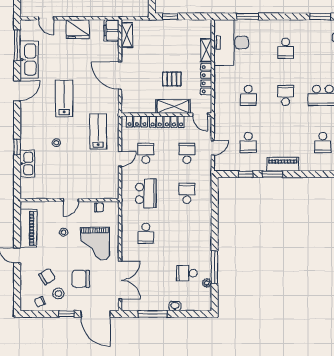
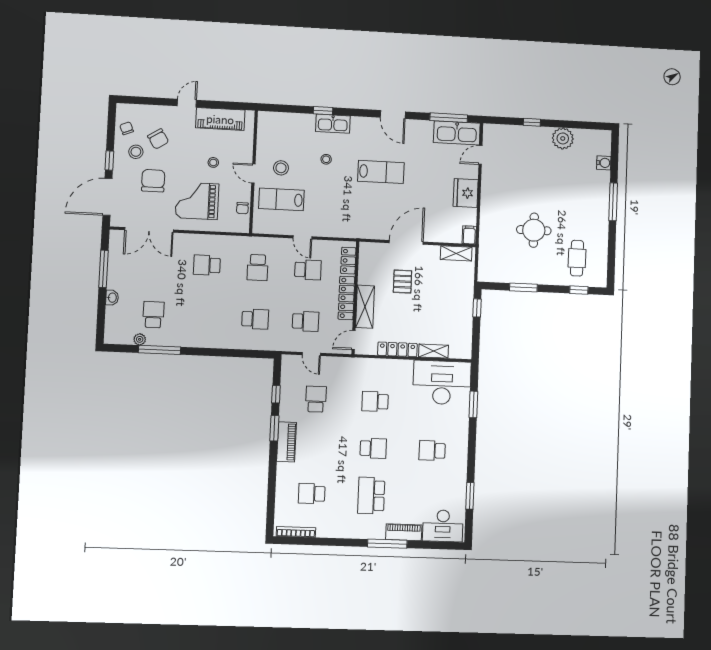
filing cabinet: (112, 30) -> (469, 235), width x0.50
kitchen sink: (29, 60) -> (457, 133), moved
pallet: (172, 79) -> (402, 282), moved
lab bench: (98, 131) -> (281, 199), moved, turned 180
school desk: (248, 142) -> (316, 399), turned 90
kitchen sink: (27, 164) -> (333, 124), moved
stool: (65, 178) -> (281, 168), added
school desk: (146, 193) -> (258, 267), width x0.54

